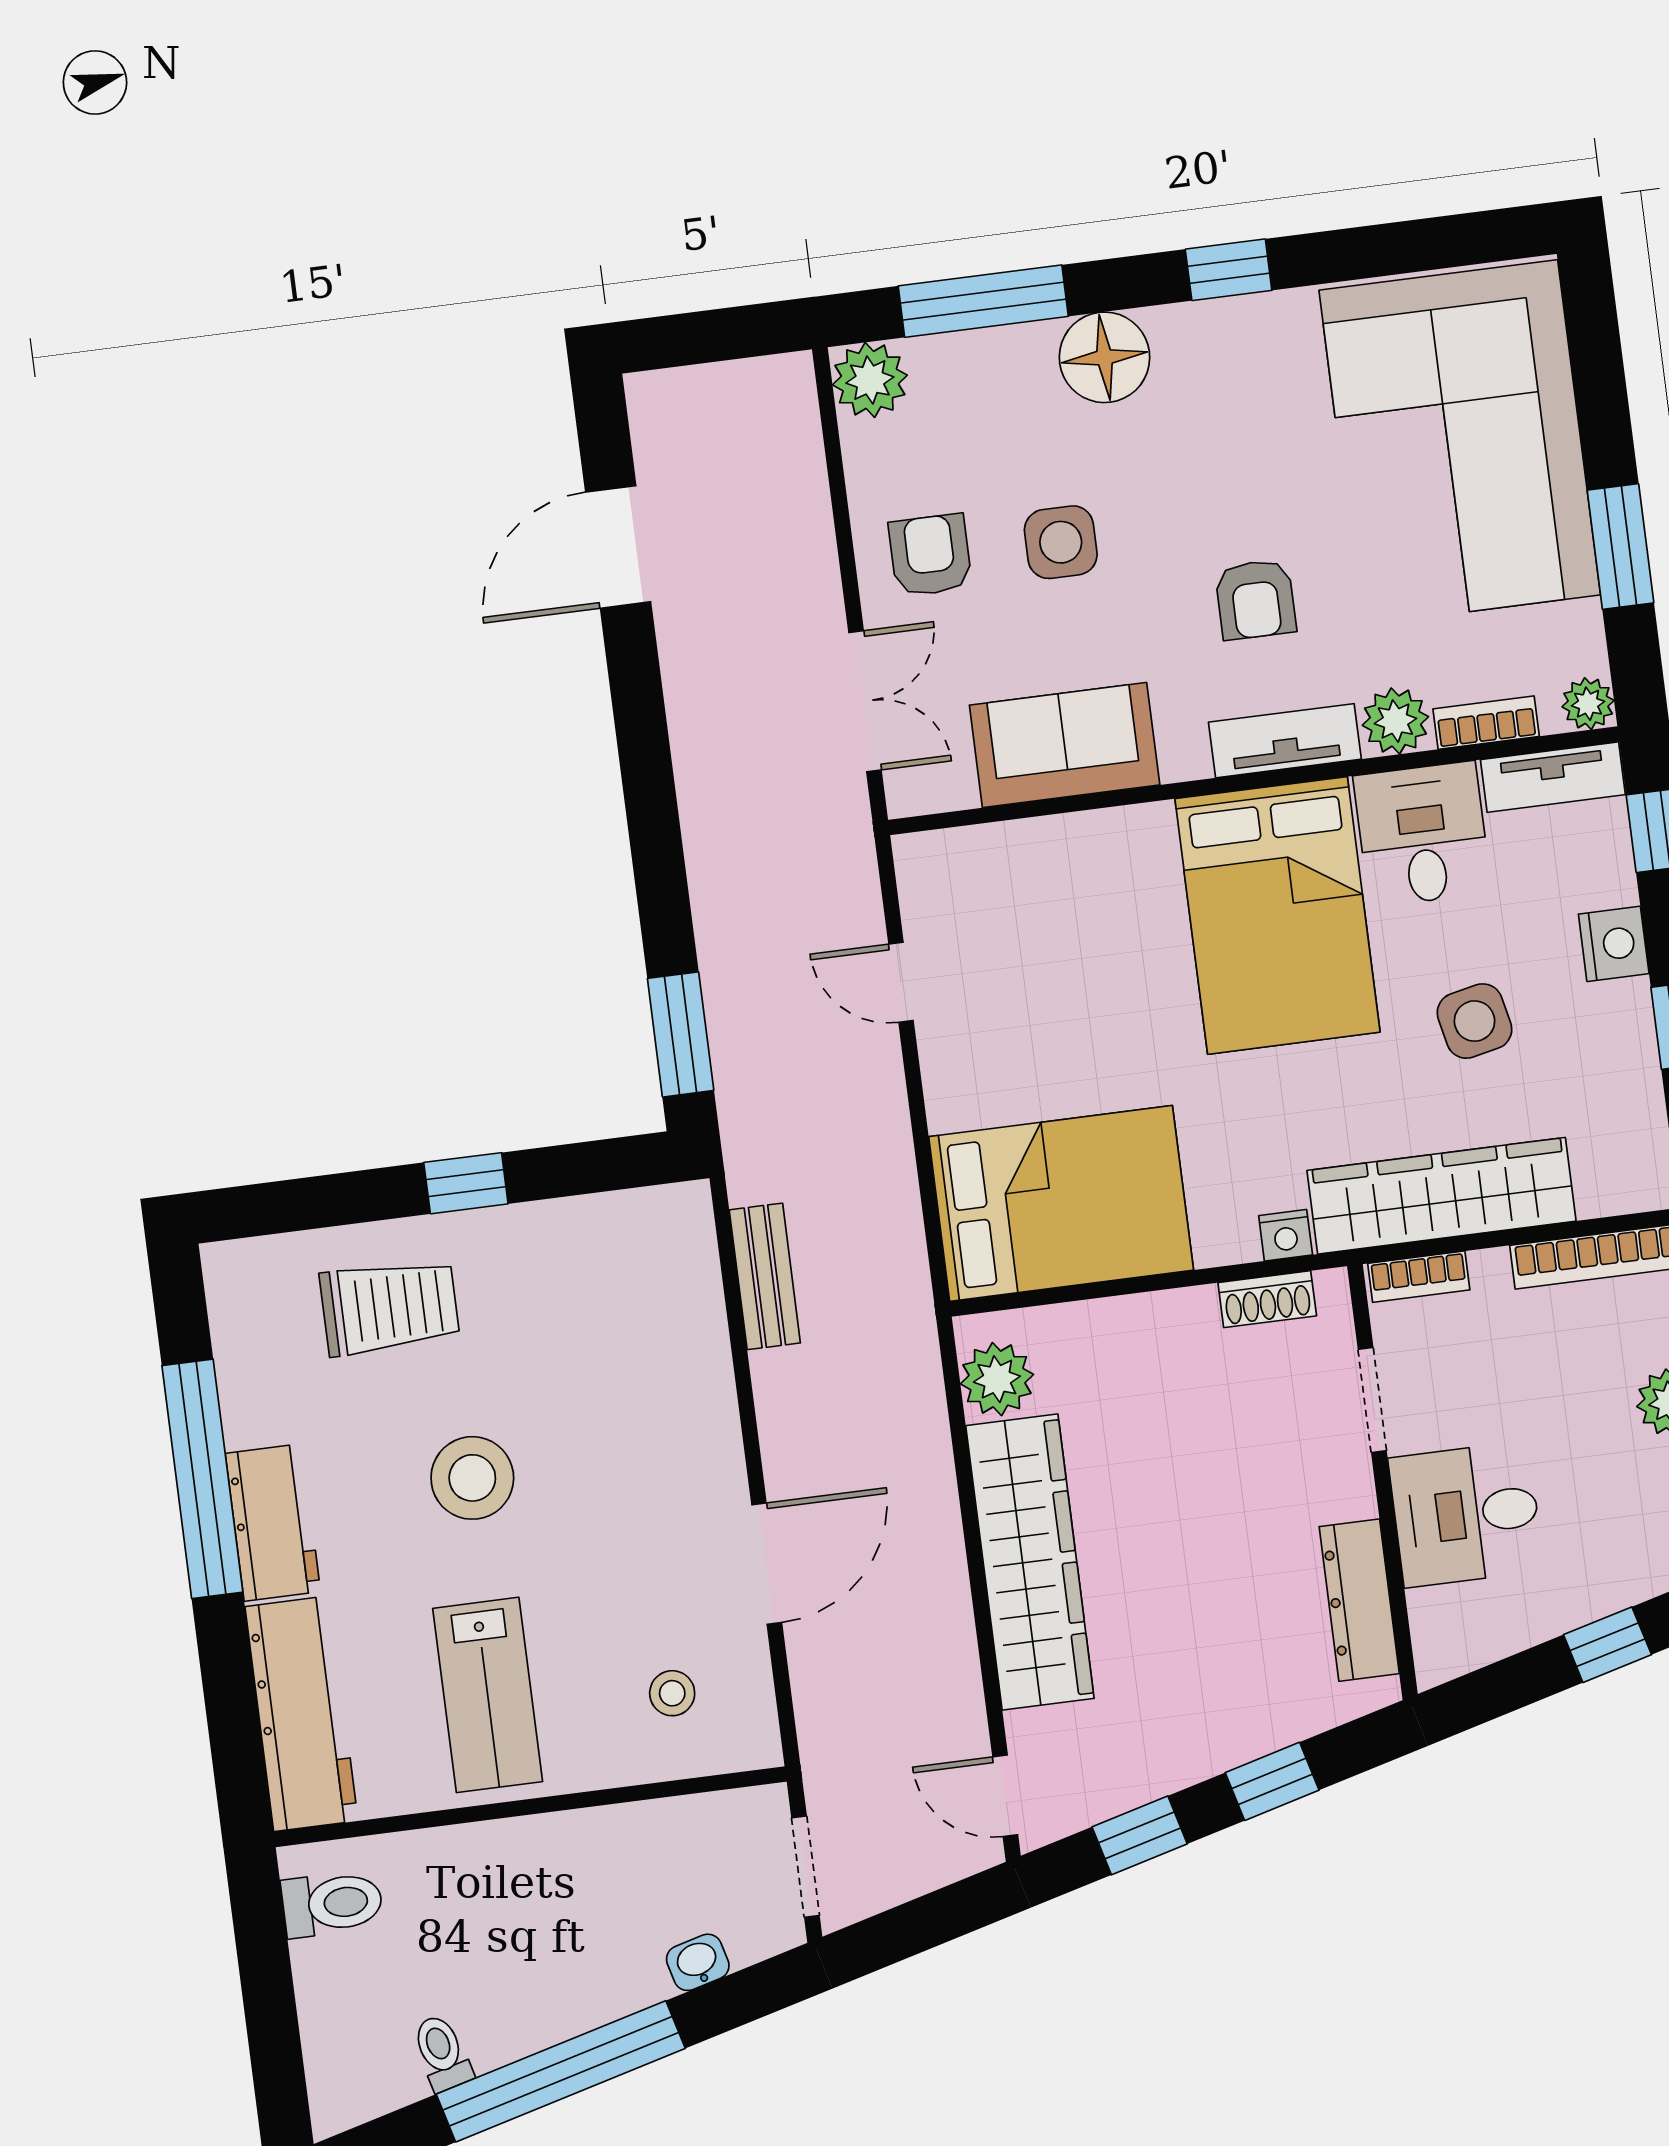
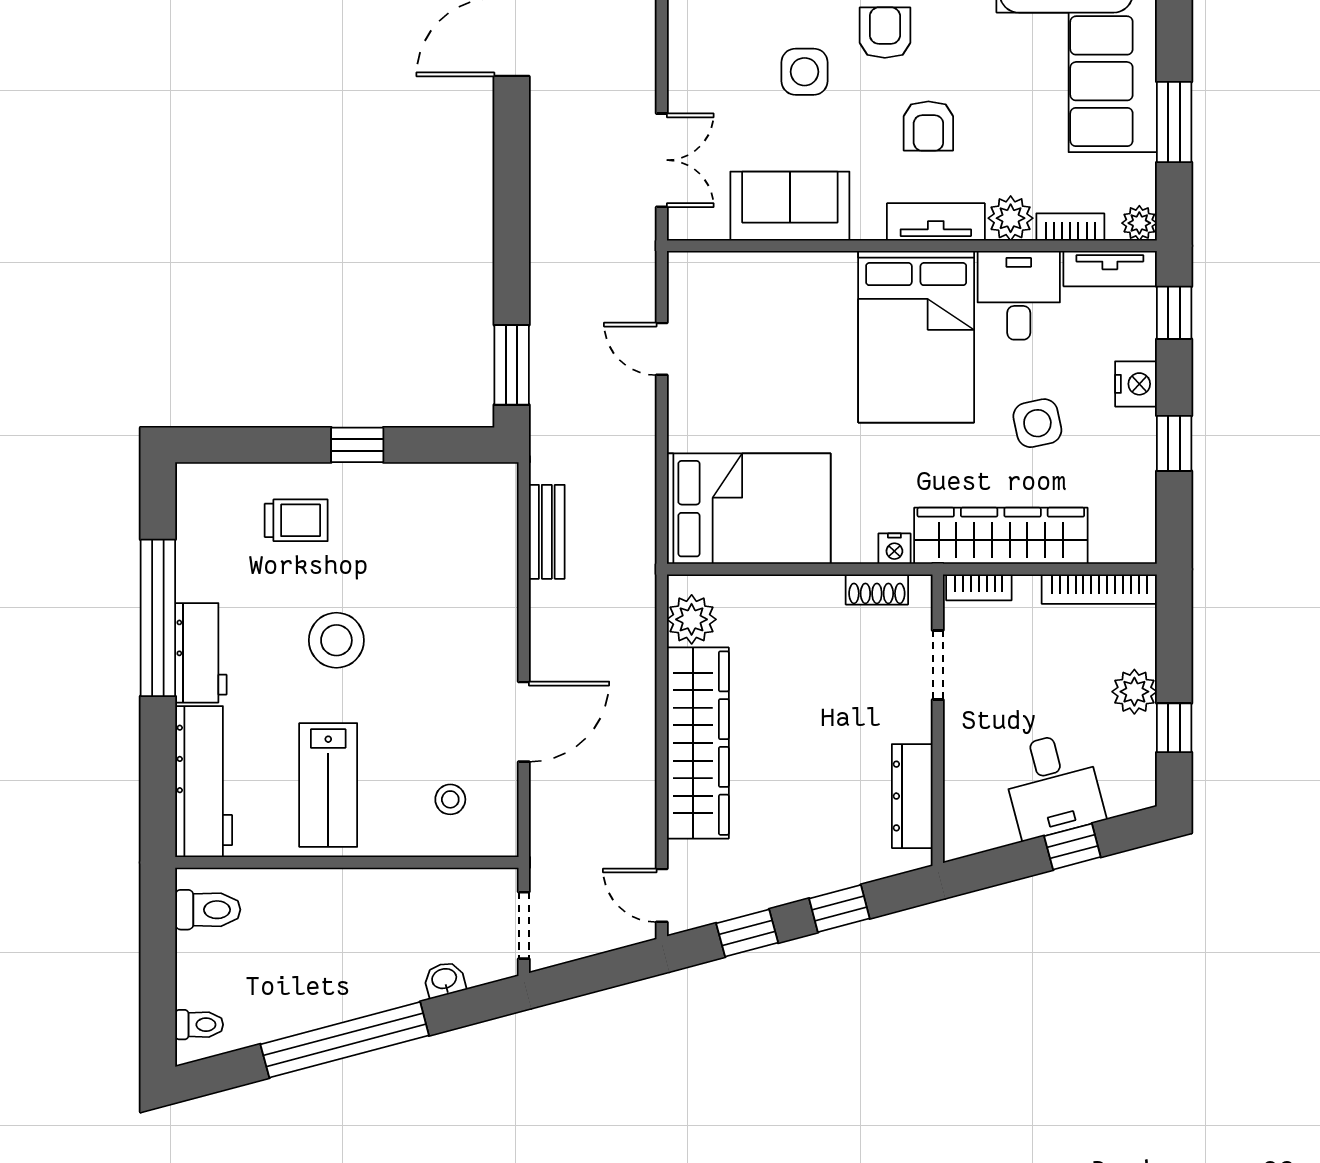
armchair: (930, 555) -> (885, 33), moved
trolley: (390, 1307) -> (296, 520), width x0.73, depth x0.72
desk: (1466, 1514) -> (1053, 785), moved, turned -105
toilet: (442, 2053) -> (199, 1025), moved, turned 105

